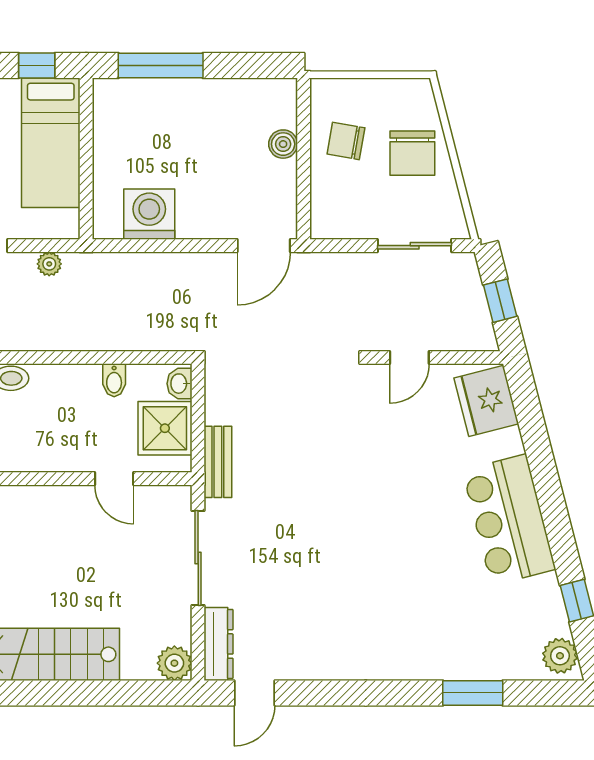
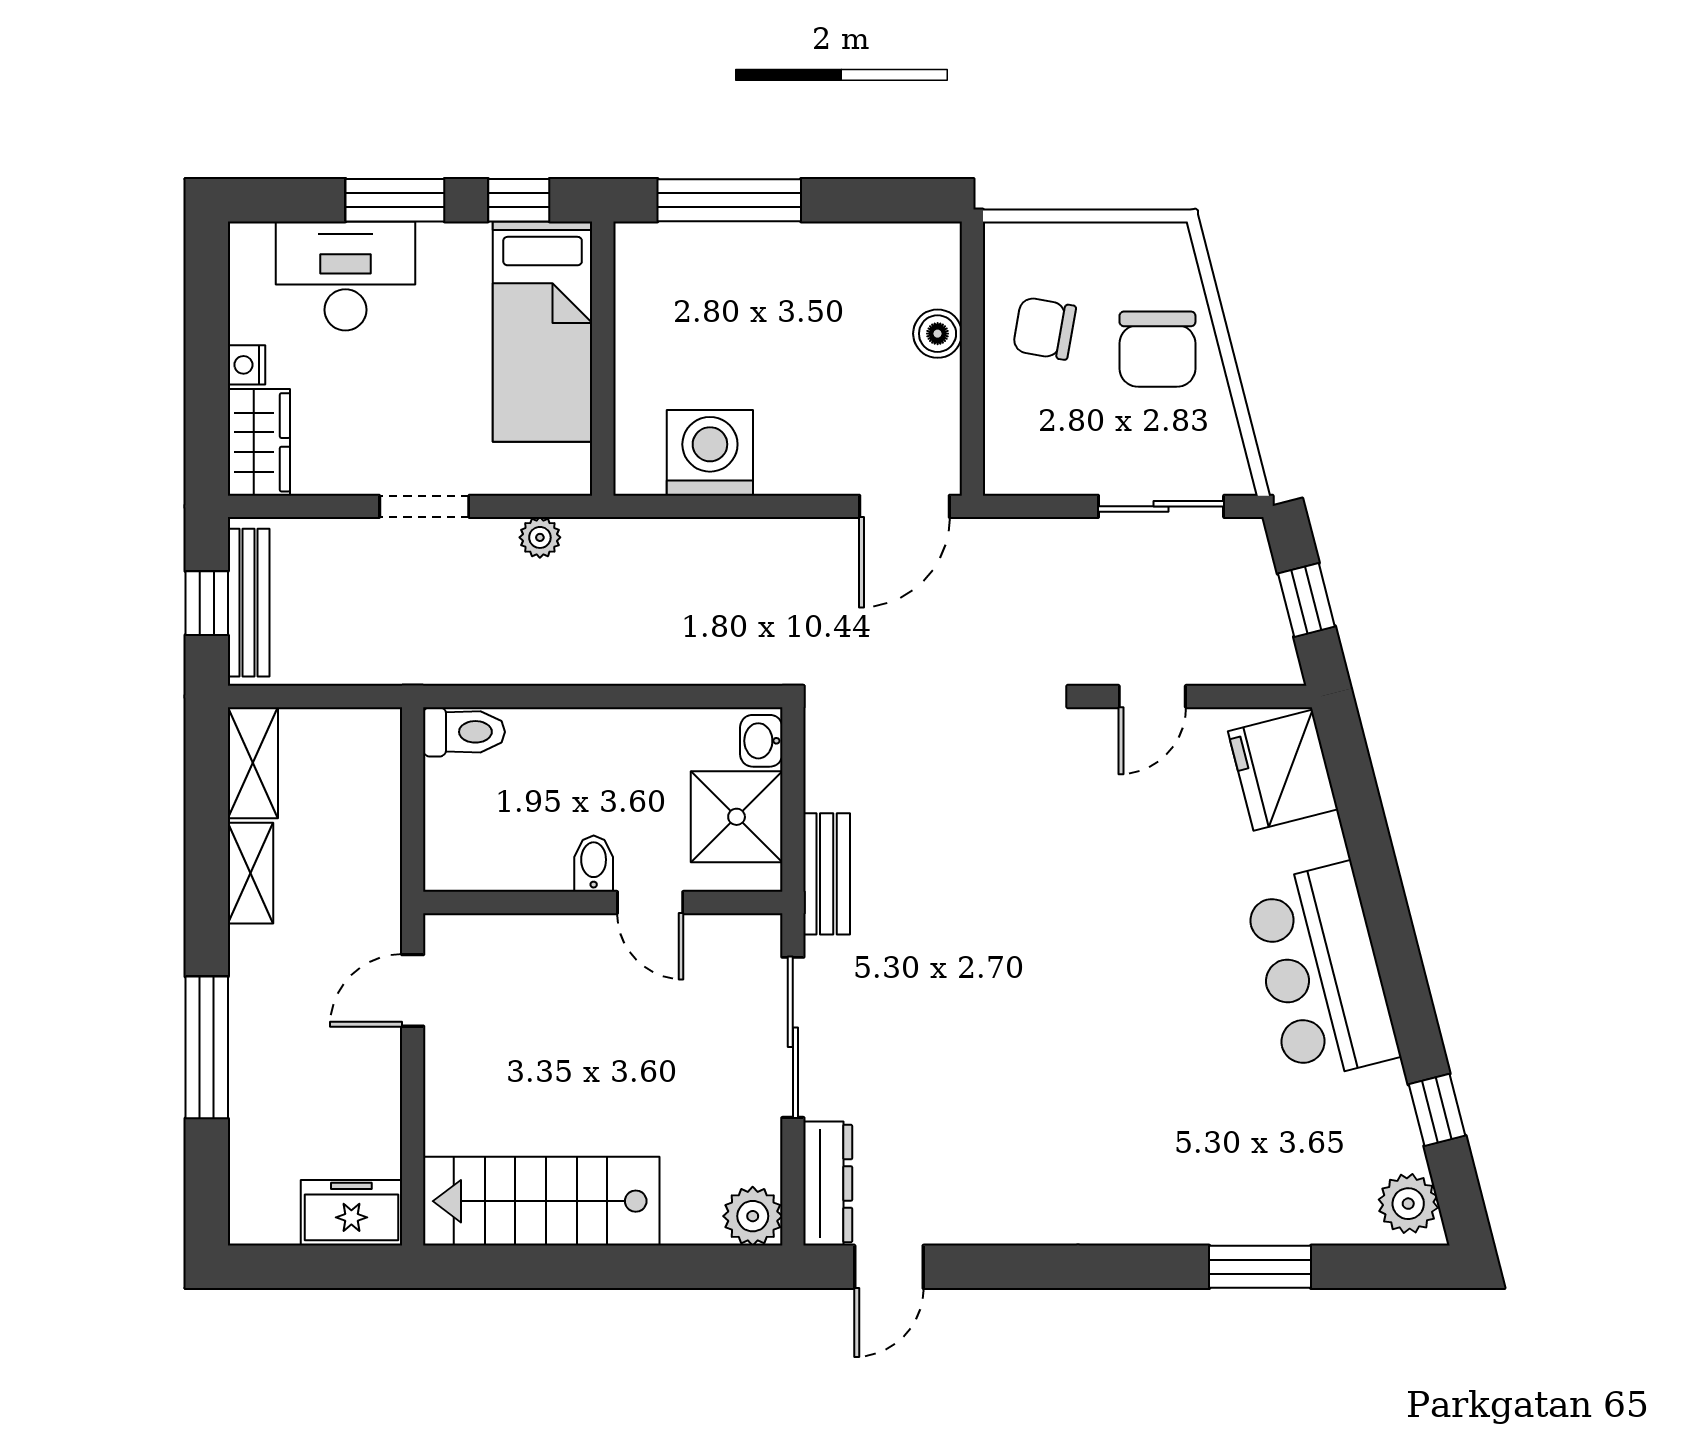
bidet: (114, 380) -> (594, 864), moved, turned 180

